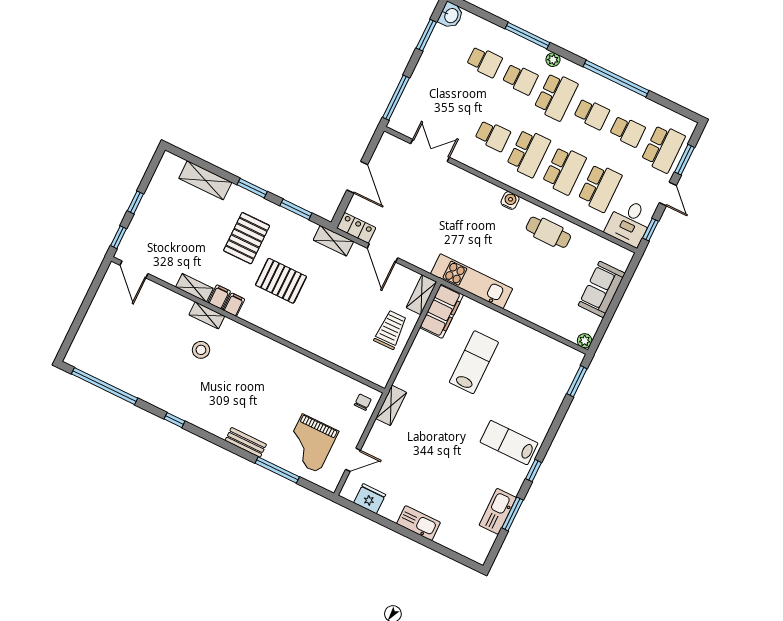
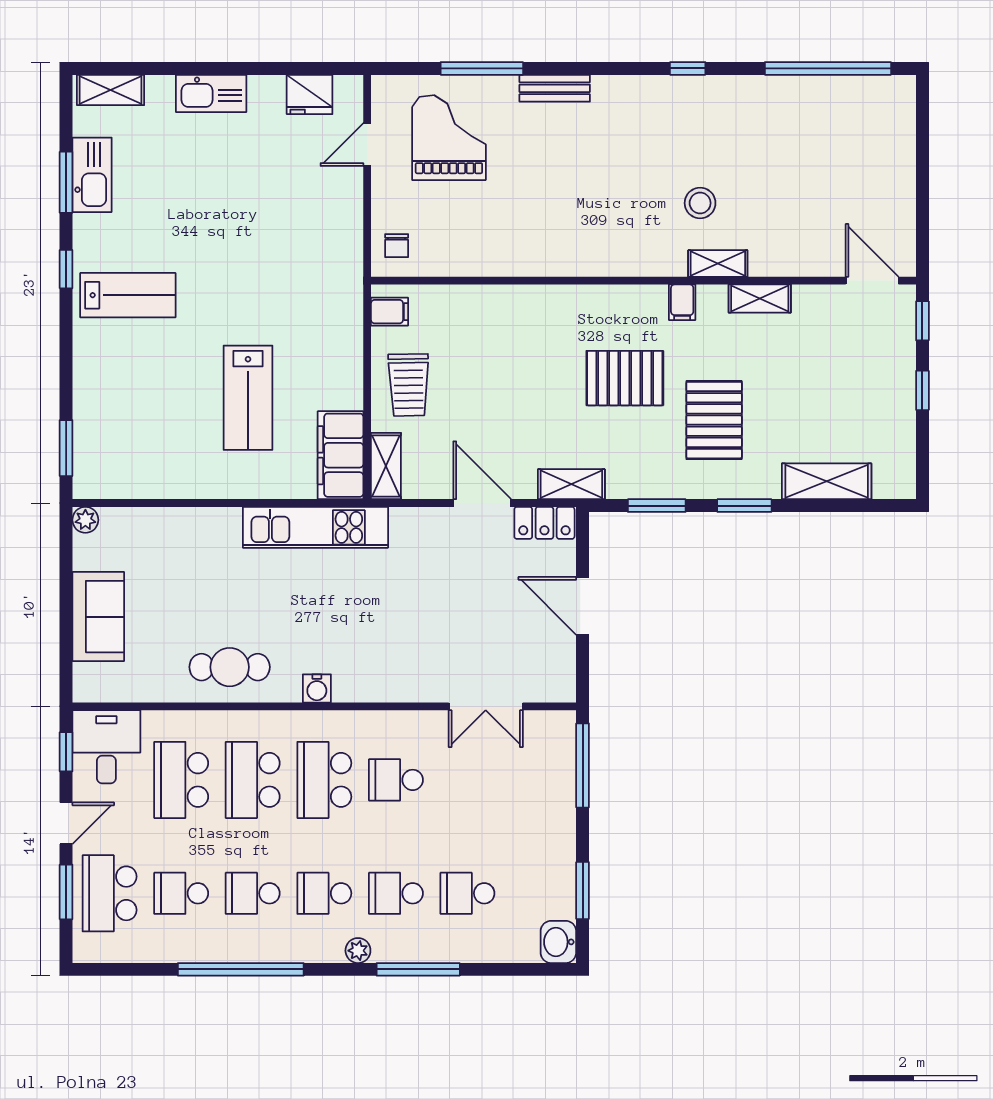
school desk: (556, 96) -> (324, 893), width x0.54
door: (668, 194) -> (66, 823), swing flipped
filing cabinet: (219, 297) -> (390, 312), moved, turned -90
shelving: (391, 405) -> (111, 90), moved, turned 90

